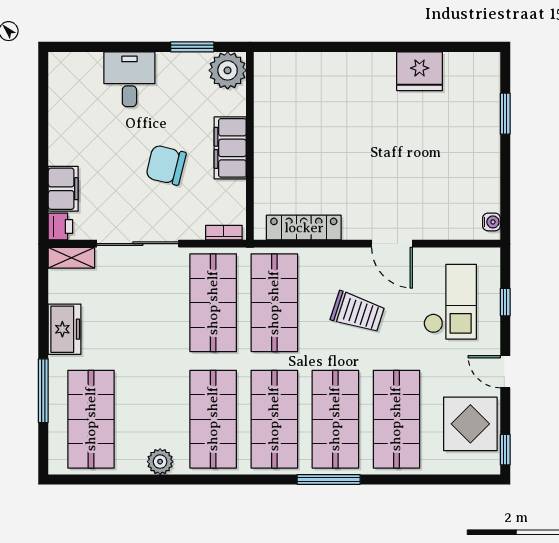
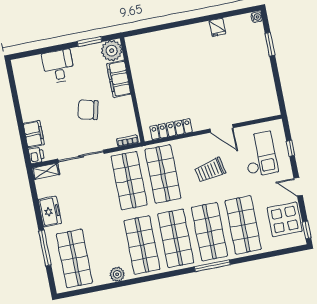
fridge: (420, 71) -> (217, 27), width x0.53, depth x0.75
filing cabinet: (230, 148) -> (119, 79), moved
water cooler: (492, 222) -> (257, 17), moved
trolley: (358, 312) -> (210, 170), turned 150

